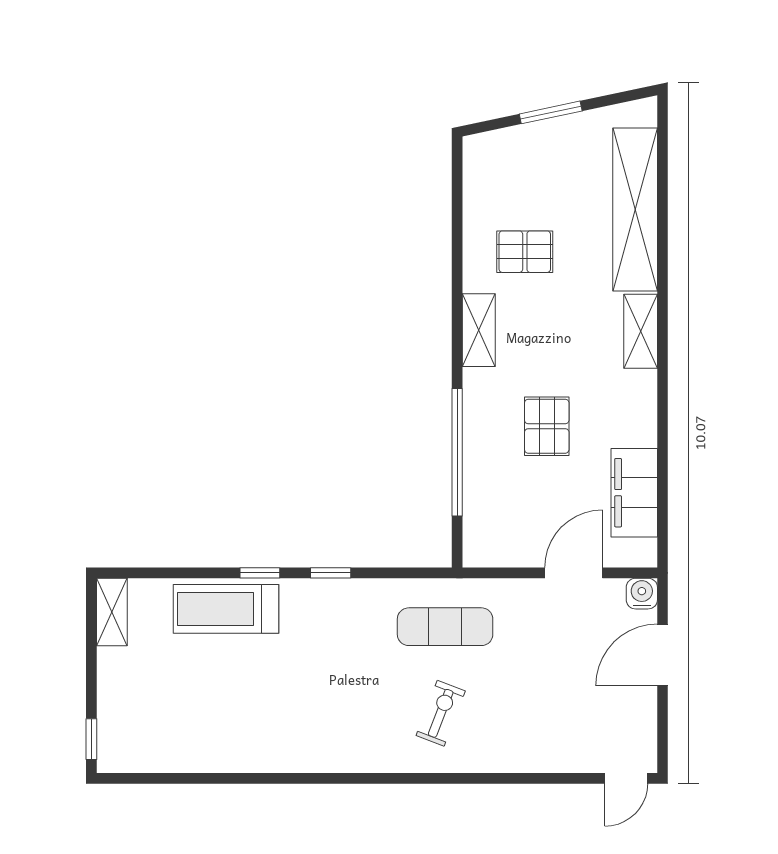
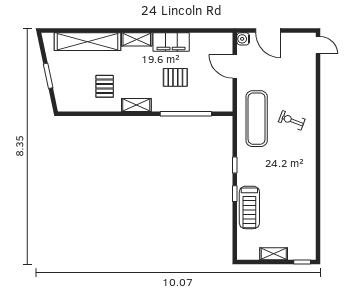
filing cabinet: (634, 493) -> (171, 42), moved
shelving: (112, 612) -> (274, 254), moved
exercise mat: (445, 627) -> (257, 119), width x1.36, depth x1.45

